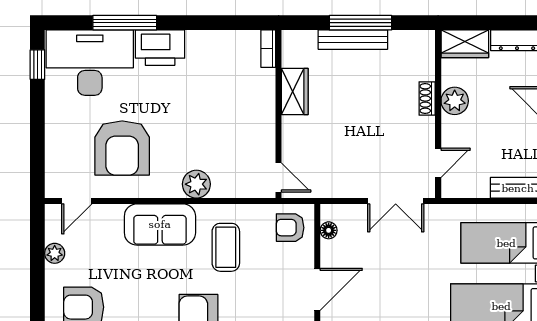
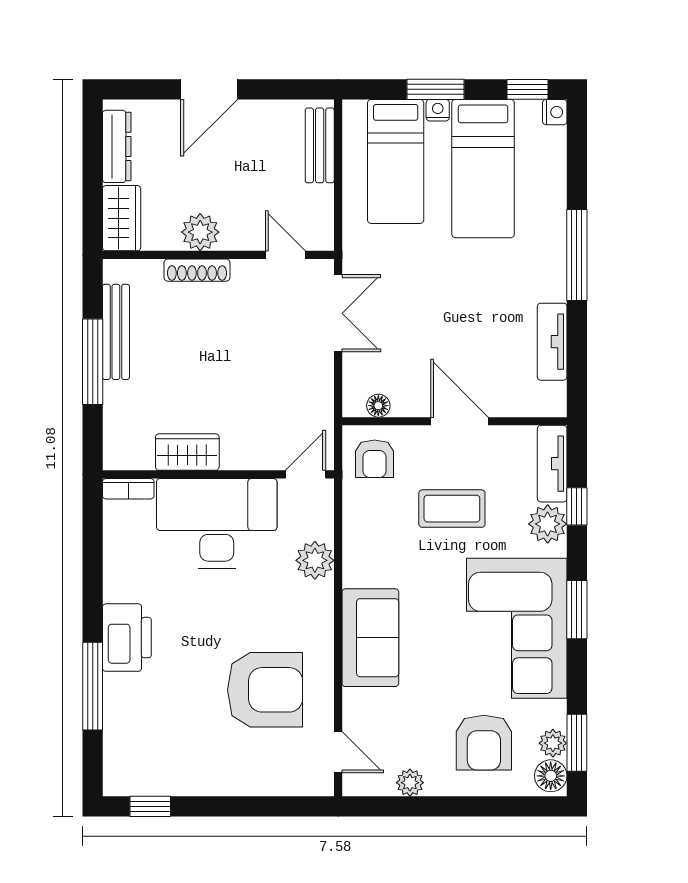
bench: (353, 40) -> (116, 332), moved
desk: (90, 63) -> (217, 523), moved, turned 90
shoe rack: (427, 99) -> (197, 270), width x1.43
plant: (196, 184) -> (315, 560), moved
coffee table: (226, 247) -> (452, 509), moved

